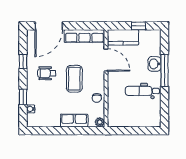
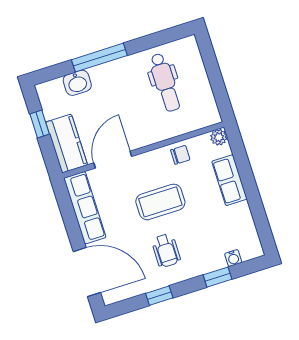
washbasin: (154, 64) -> (77, 83), moved
dental chair: (142, 91) -> (165, 82), moved

